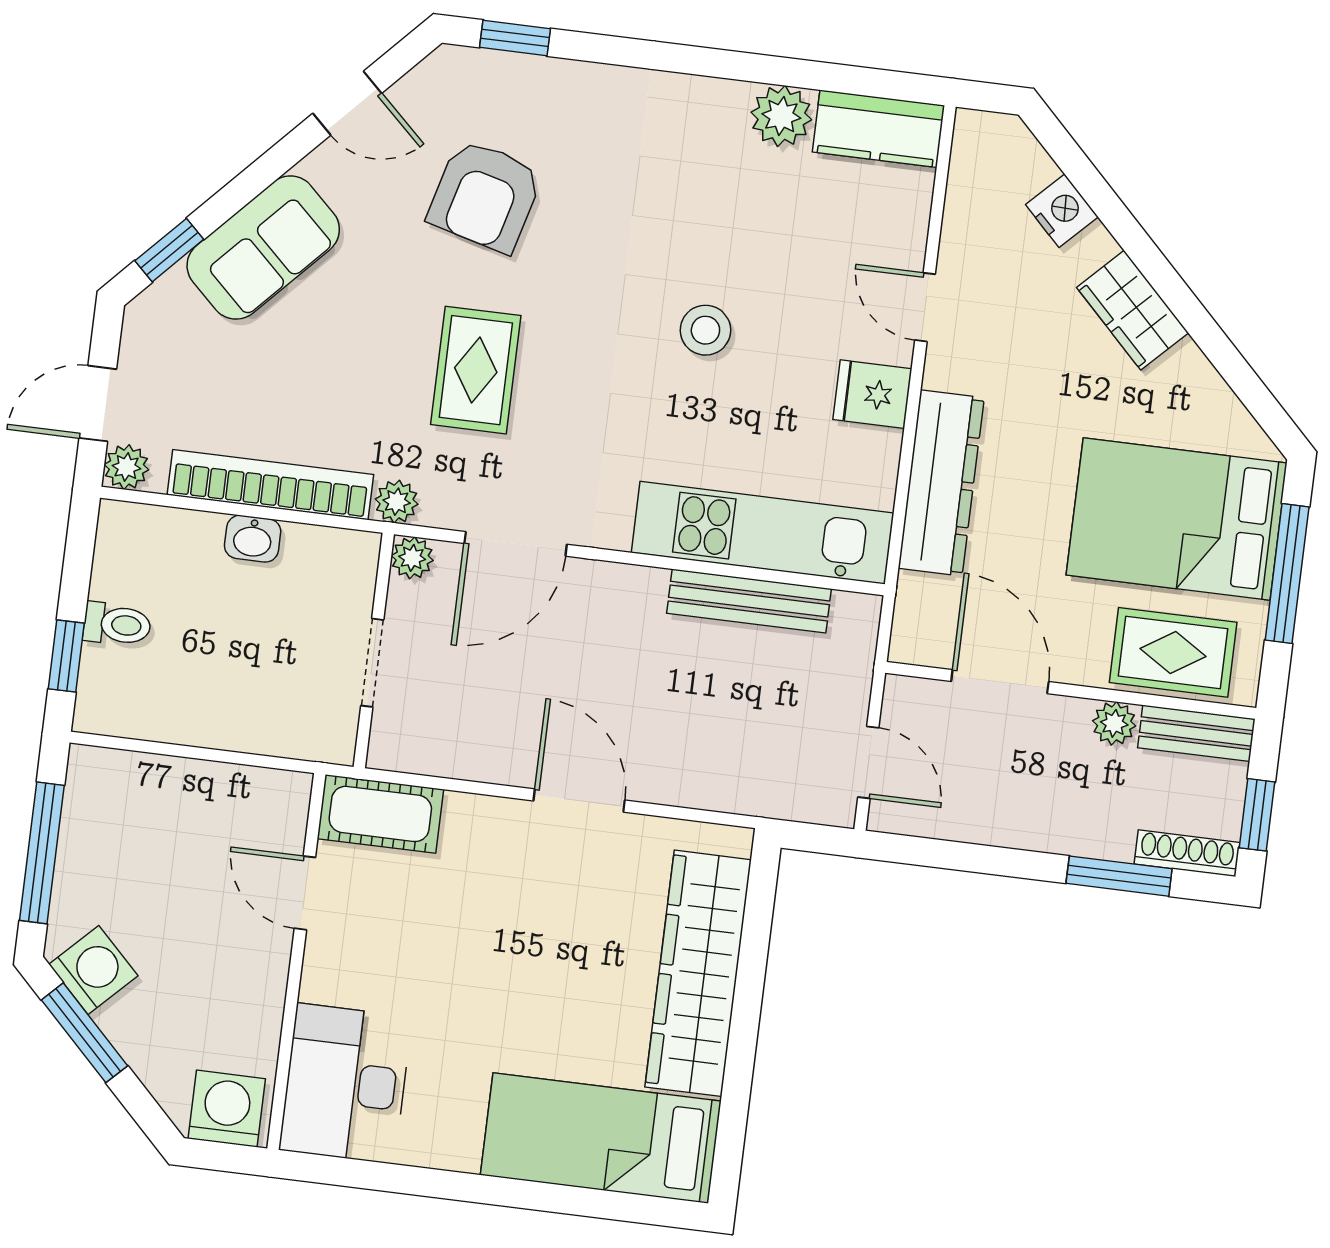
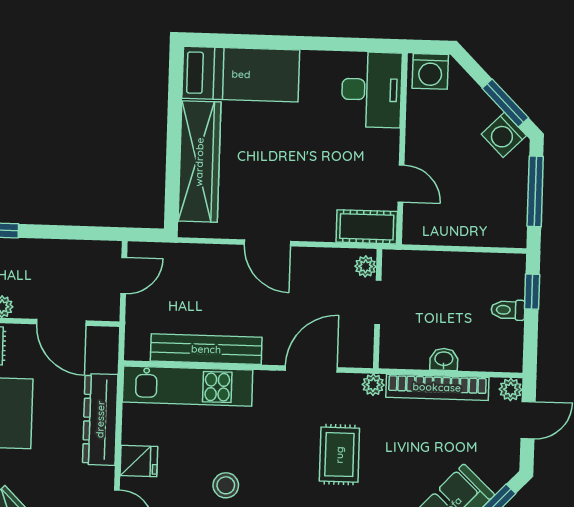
plant: (412, 558) -> (366, 266), moved
bench: (749, 601) -> (206, 349), width x1.37, depth x1.21
door: (868, 762) -> (124, 276), swing flipped

